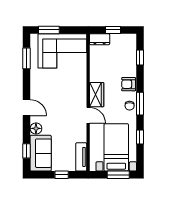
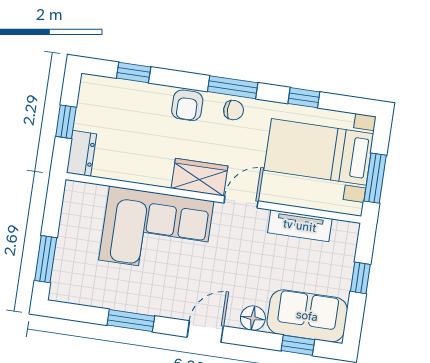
corner sofa: (62, 51) -> (156, 231), moved, turned 90
window: (27, 58) -> (131, 321), moved
tv unit: (81, 157) -> (300, 226), moved
window: (118, 175) -> (375, 178), moved

